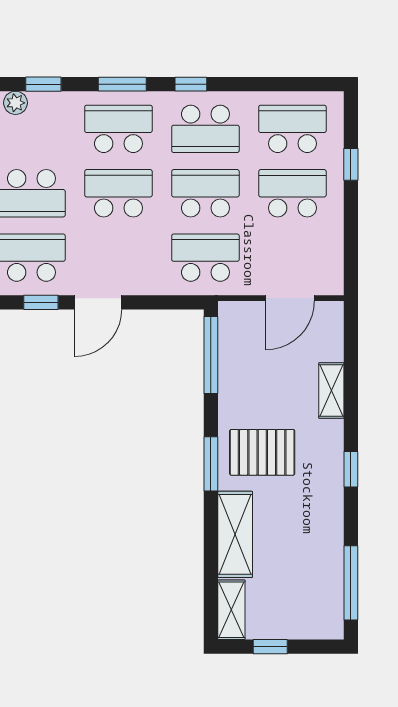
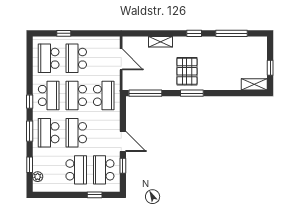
school desk: (205, 258) -> (104, 95), turned 180
shelving: (235, 534) -> (222, 83), removed
window: (351, 583) -> (231, 33), moved

